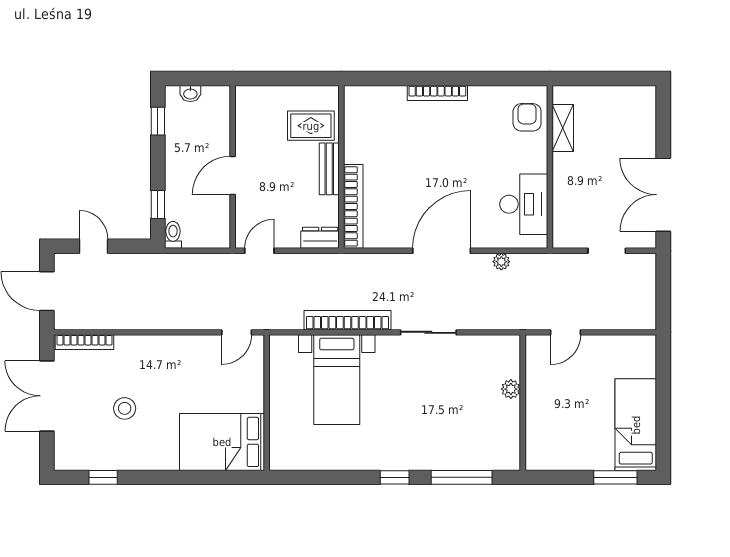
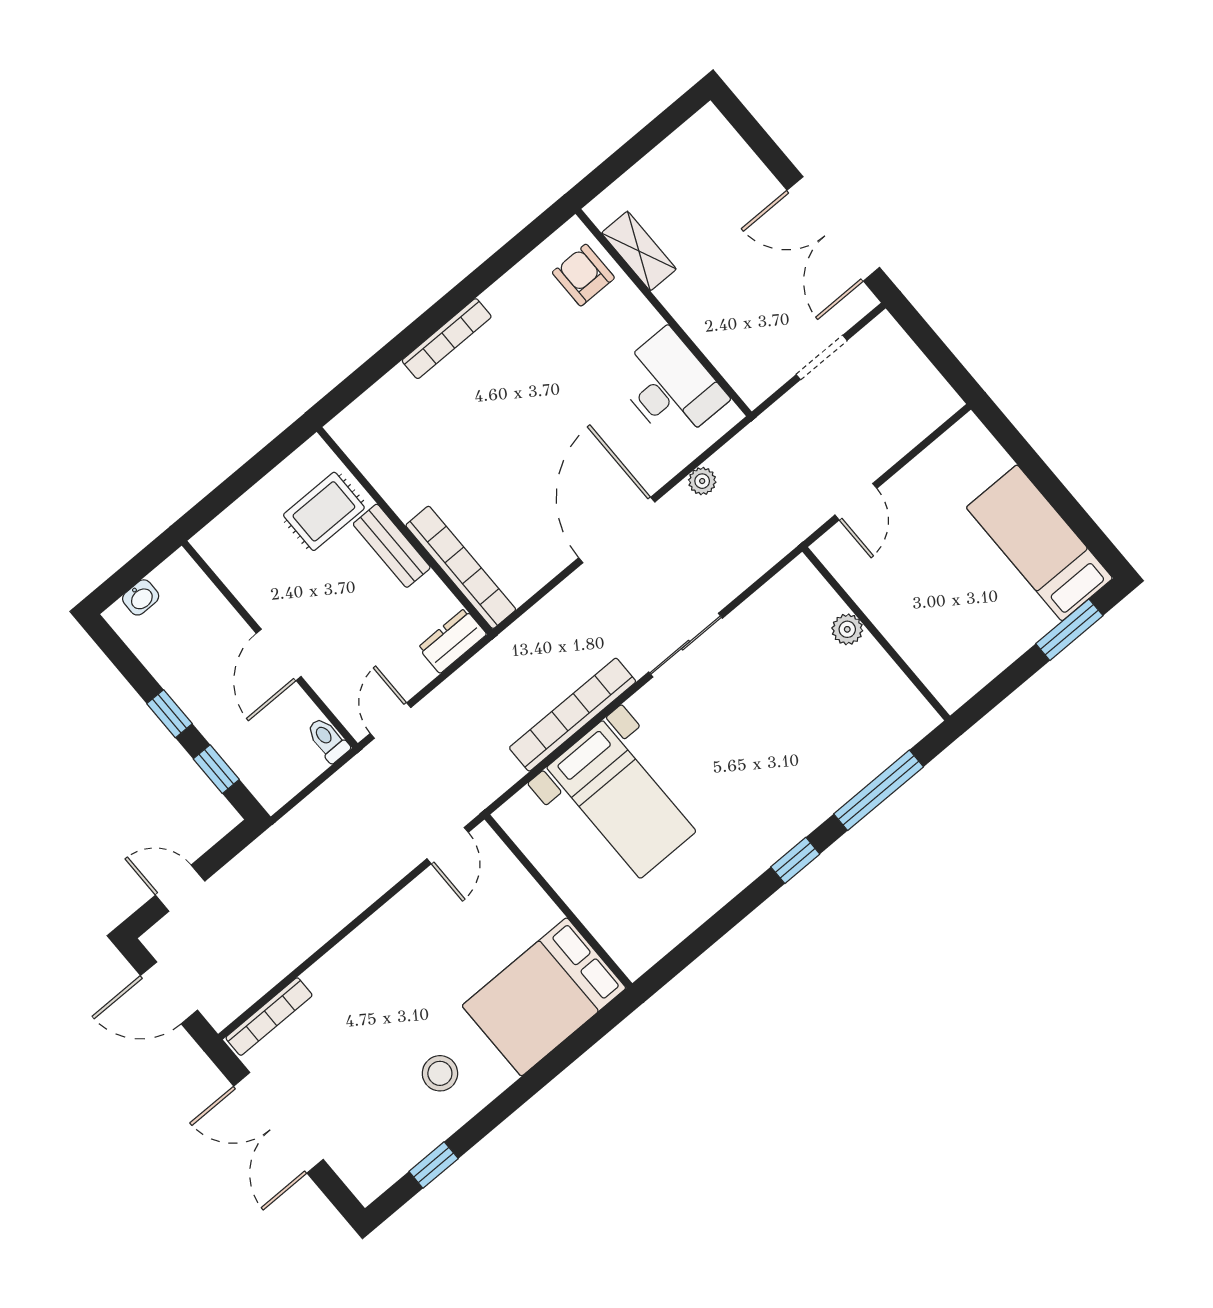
window: (158, 121) -> (170, 714), moved
toilet: (173, 235) -> (328, 740), moved
stool: (125, 408) -> (440, 1073), moved

